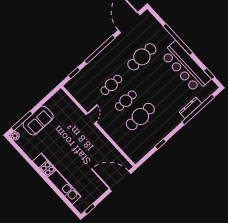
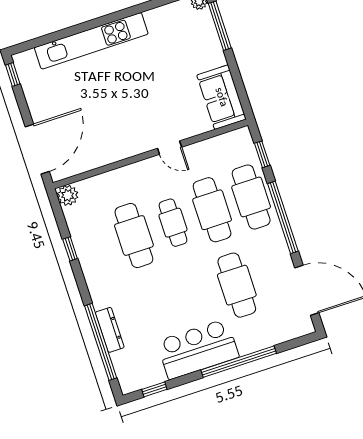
bar counter: (185, 67) -> (198, 349), width x0.73
cafe table: (97, 69) -> (251, 197), added
cafe table: (111, 85) -> (212, 210), width x1.37, depth x1.35
sofa: (38, 121) -> (222, 97), moved
plant: (135, 157) -> (68, 195), added

